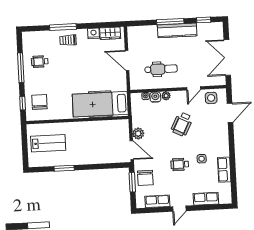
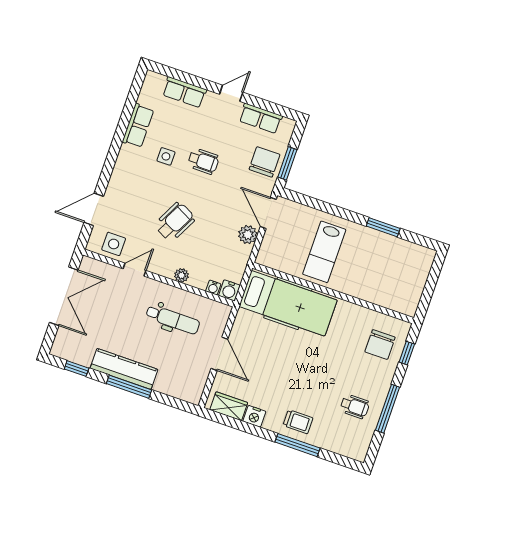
dental chair: (161, 69) -> (173, 319), turned 180
water cooler: (155, 97) -> (229, 290), moved
lab bench: (48, 143) -> (324, 252), moved, turned -90

